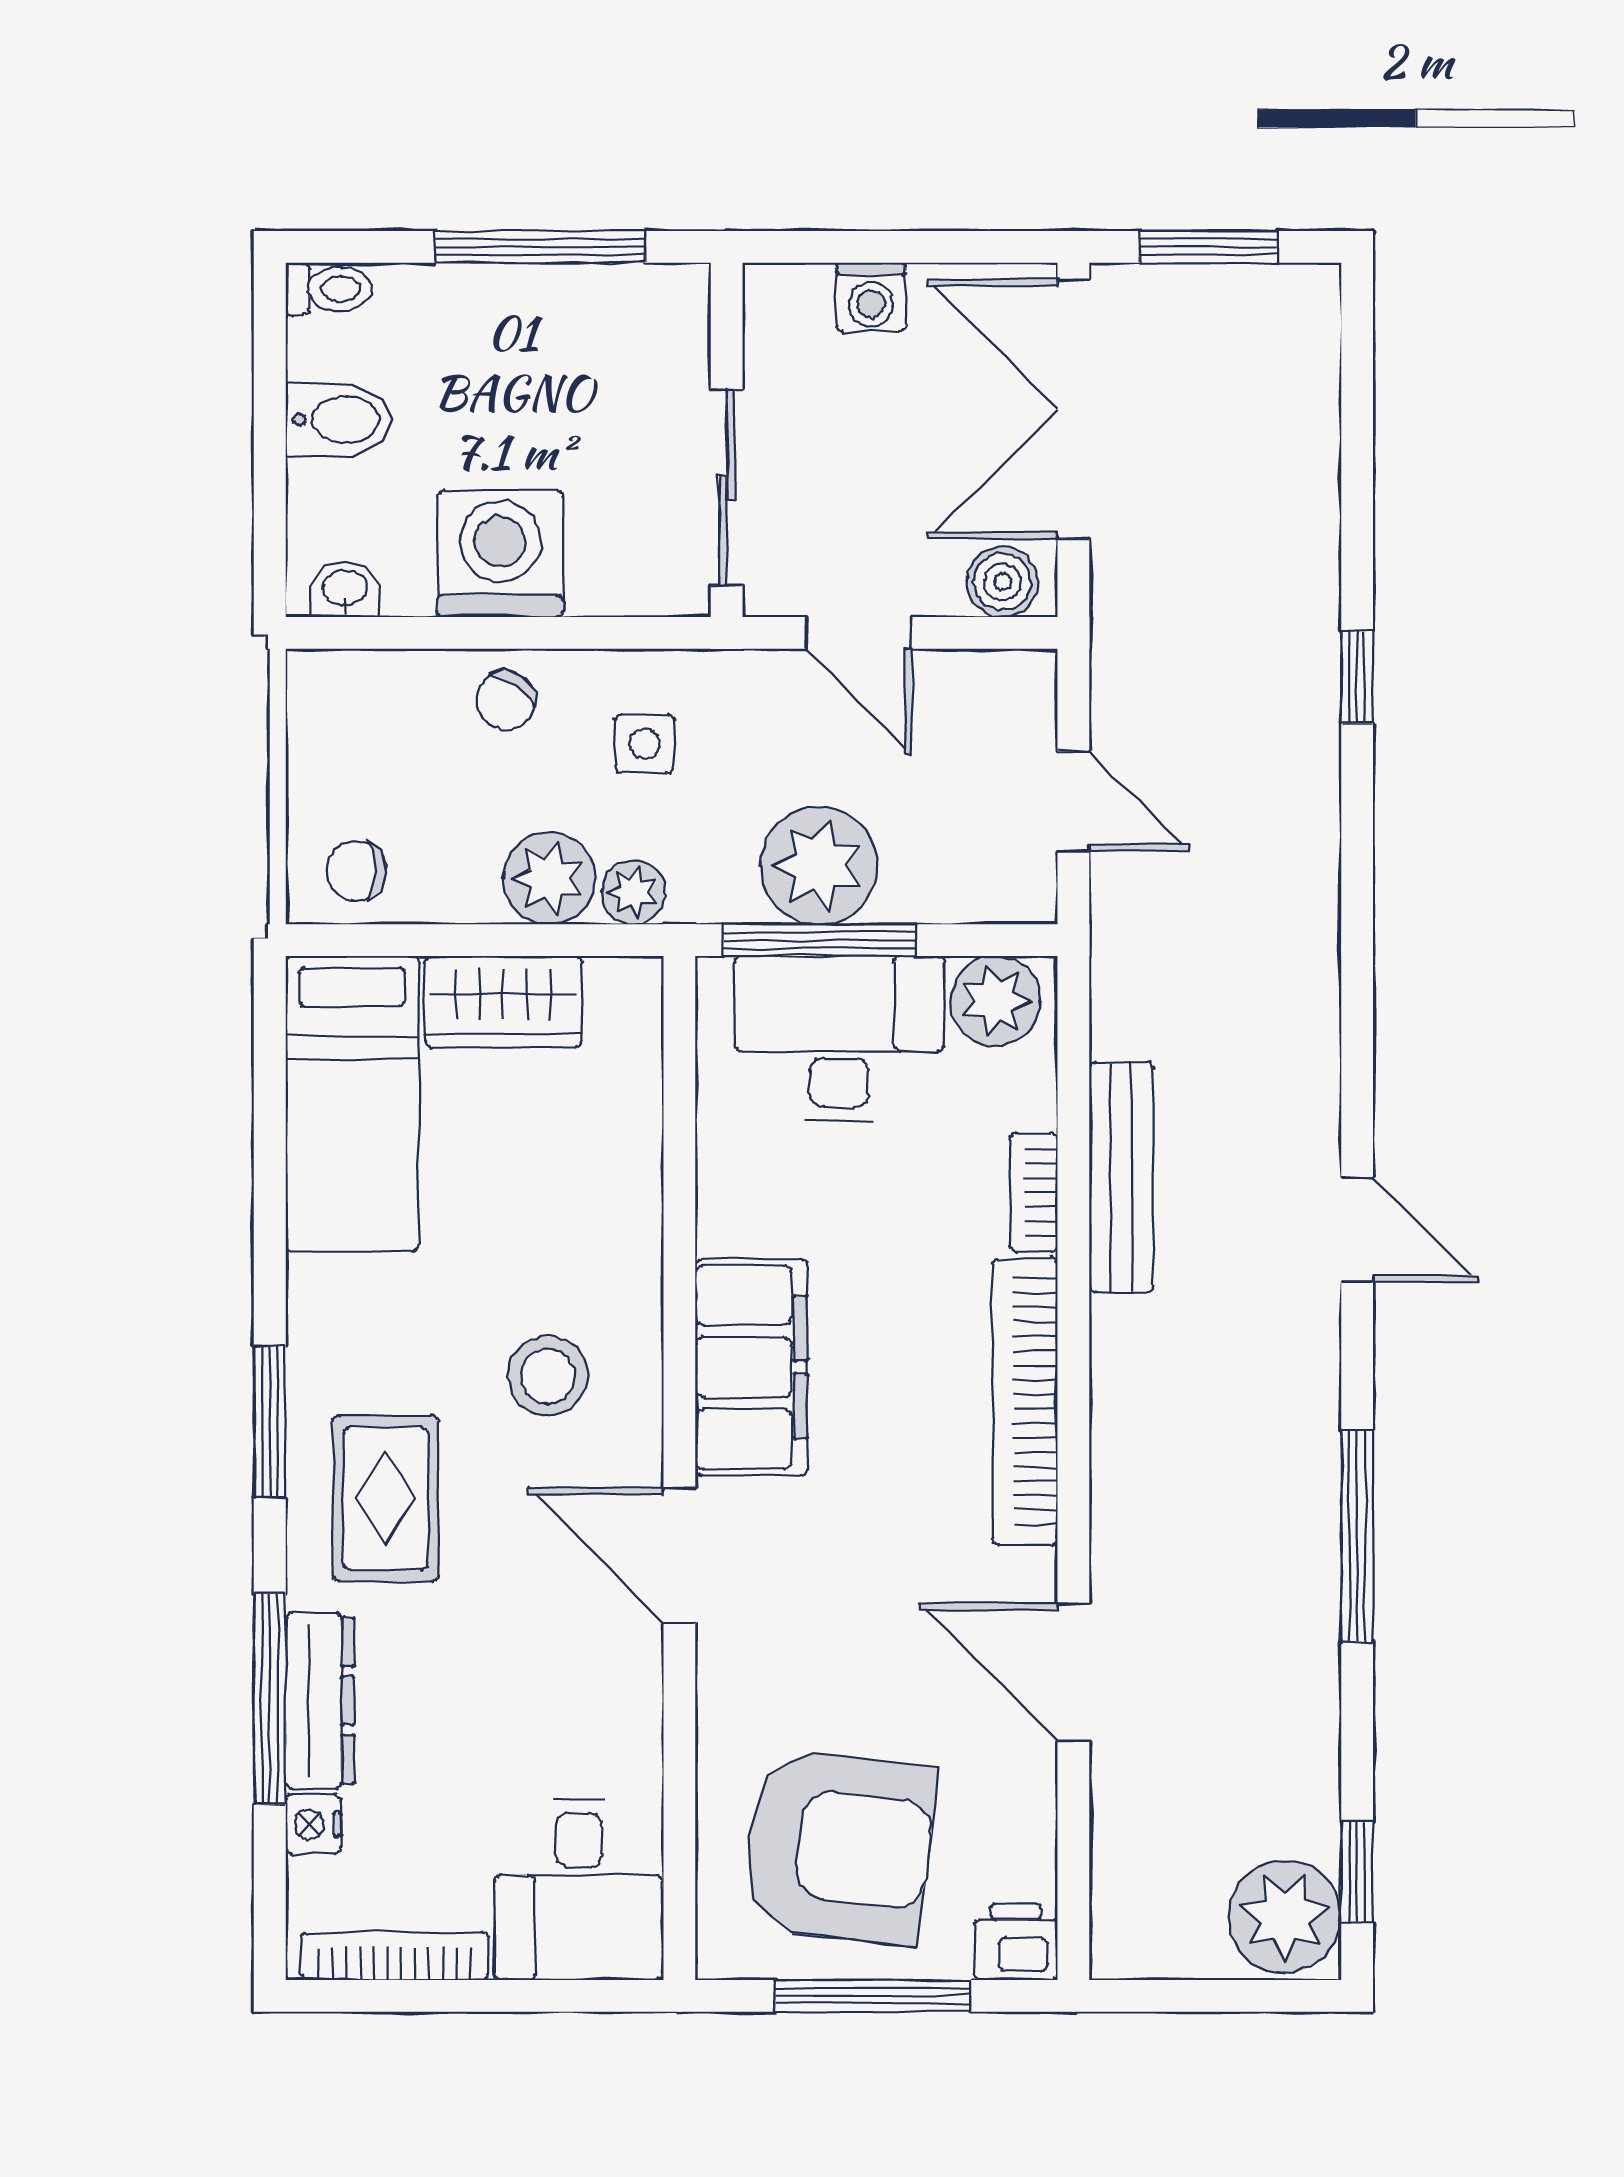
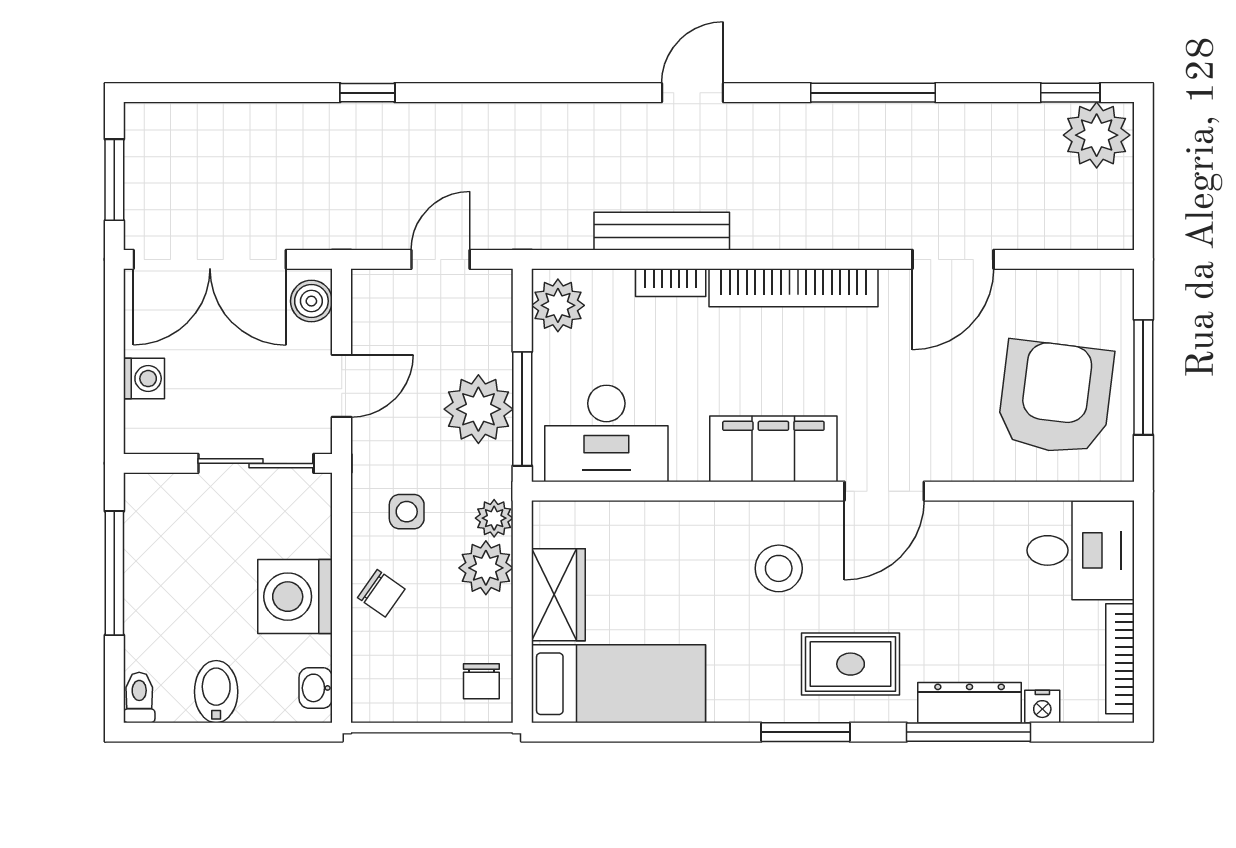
desk: (839, 1038) -> (606, 433), moved, turned -90
printer: (1016, 1942) -> (1112, 293), removed

